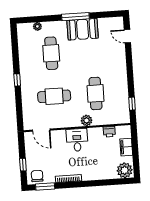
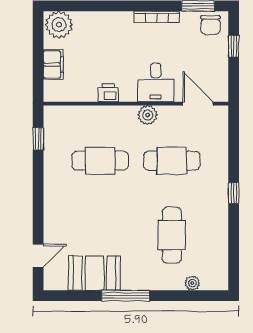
booth: (83, 29) -> (94, 273), moved
door: (127, 36) -> (38, 256), hinge flipped
cafe table: (95, 93) -> (100, 161), turned 90
plant: (87, 120) -> (148, 115), moved
printer: (109, 132) -> (108, 93), moved
desk: (77, 140) -> (156, 83), moved

